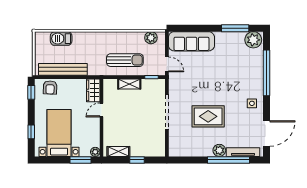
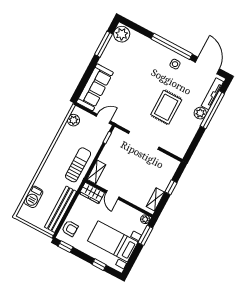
sun lounger: (125, 60) -> (78, 165), moved
window: (266, 73) -> (172, 46), moved
shelving: (129, 84) -> (96, 172), moved

